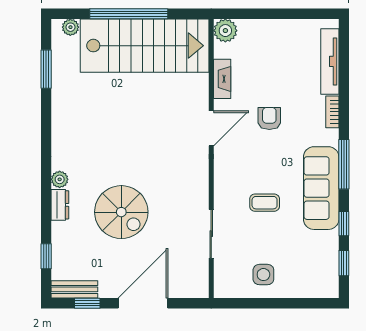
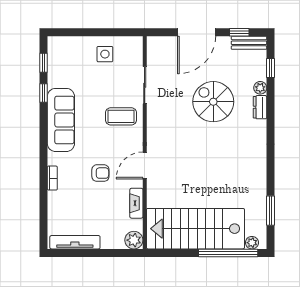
window: (129, 14) -> (228, 253), moved
tv unit: (330, 61) -> (75, 242), moved, turned -90
armchair: (269, 118) -> (100, 173), turned -90
window: (344, 164) -> (44, 138), removed
plant: (60, 179) -> (260, 88), moved
coffee table: (265, 203) -> (121, 116), moved, width x1.36, depth x1.30

